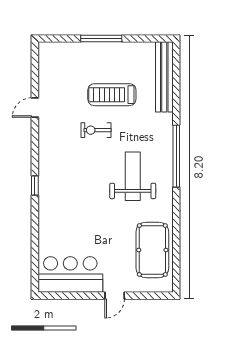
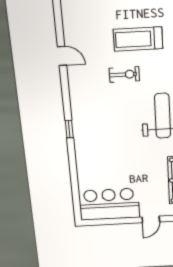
door: (35, 108) -> (62, 56), swing flipped
exercise bike: (96, 130) -> (124, 74), turned 180

